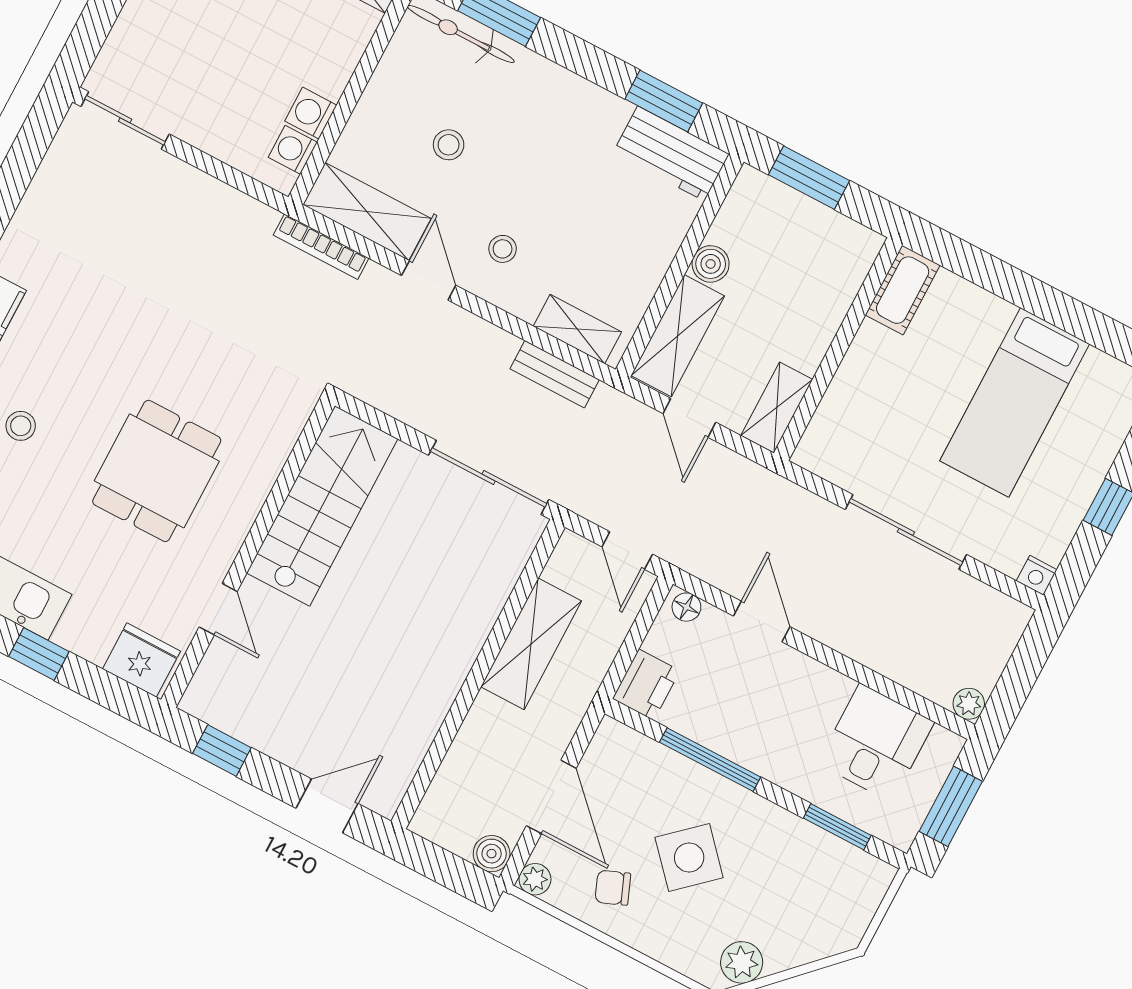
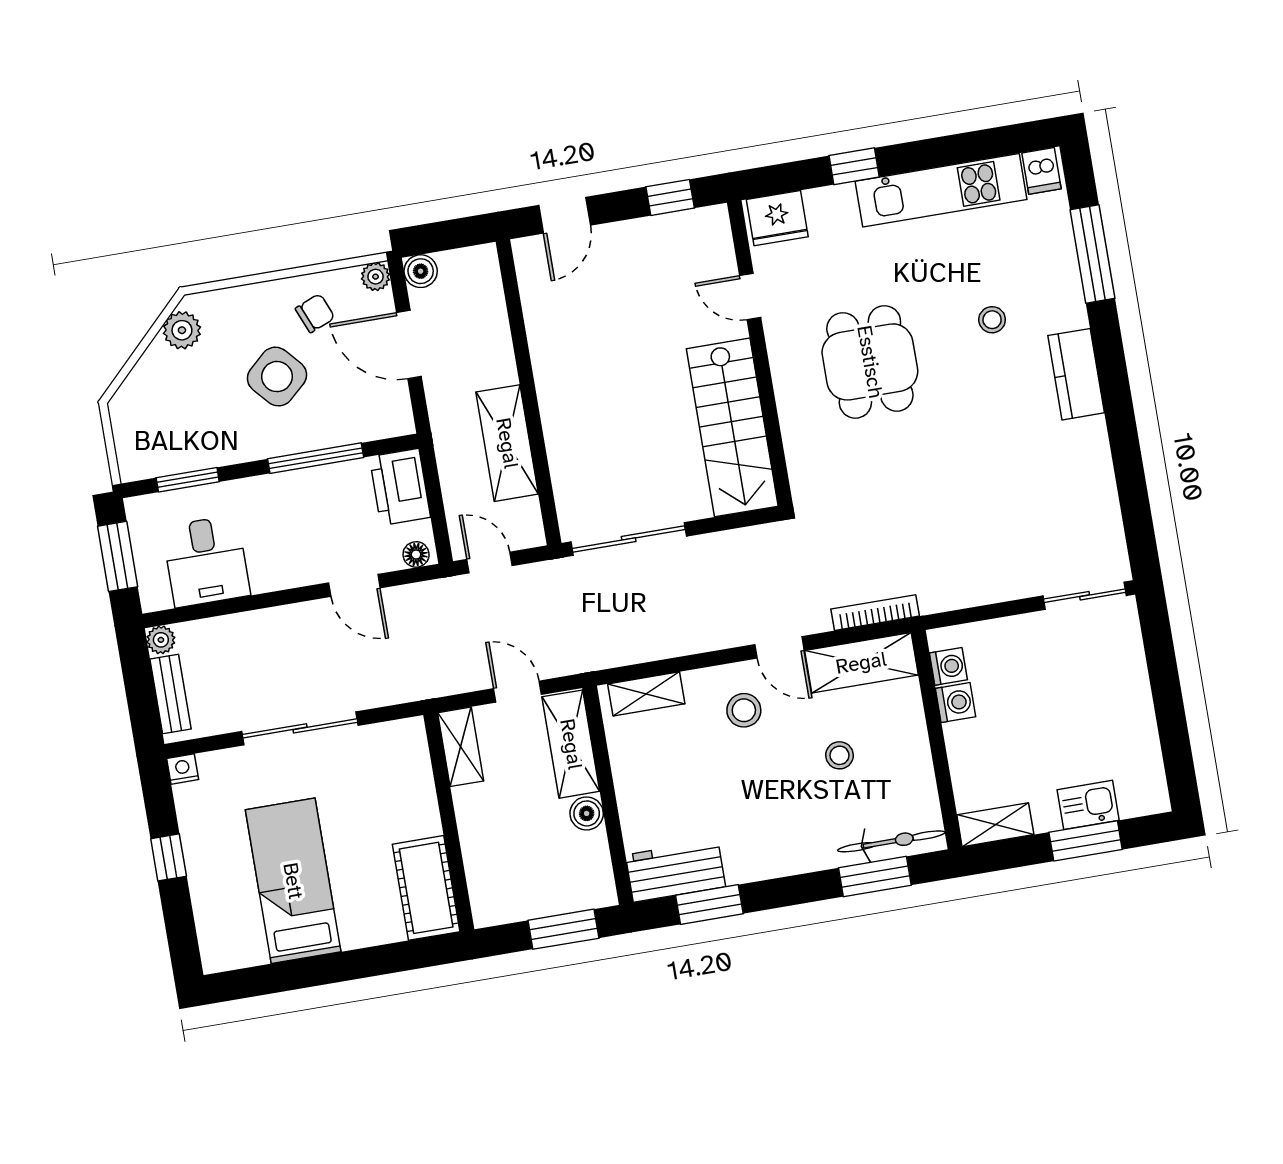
stool: (503, 249) -> (744, 710), width x1.37, depth x1.37
cot: (903, 290) -> (426, 888), width x1.37, depth x1.34
bench: (555, 374) -> (171, 694), moved, turned 90
printer: (646, 685) -> (400, 487), width x1.37, depth x1.19

